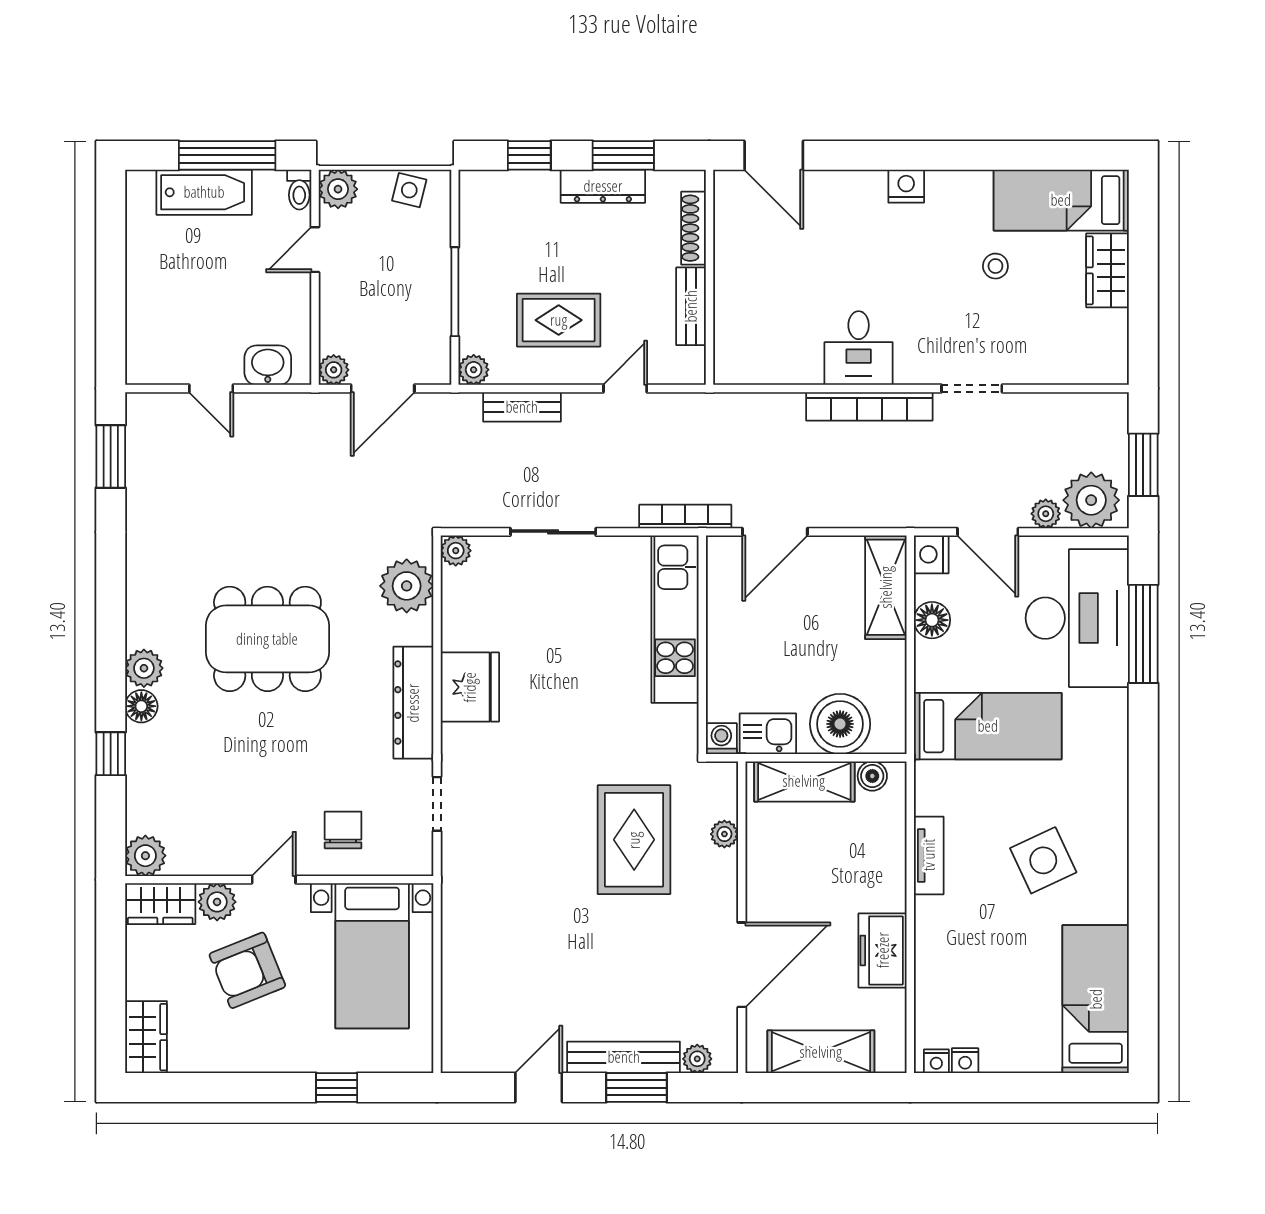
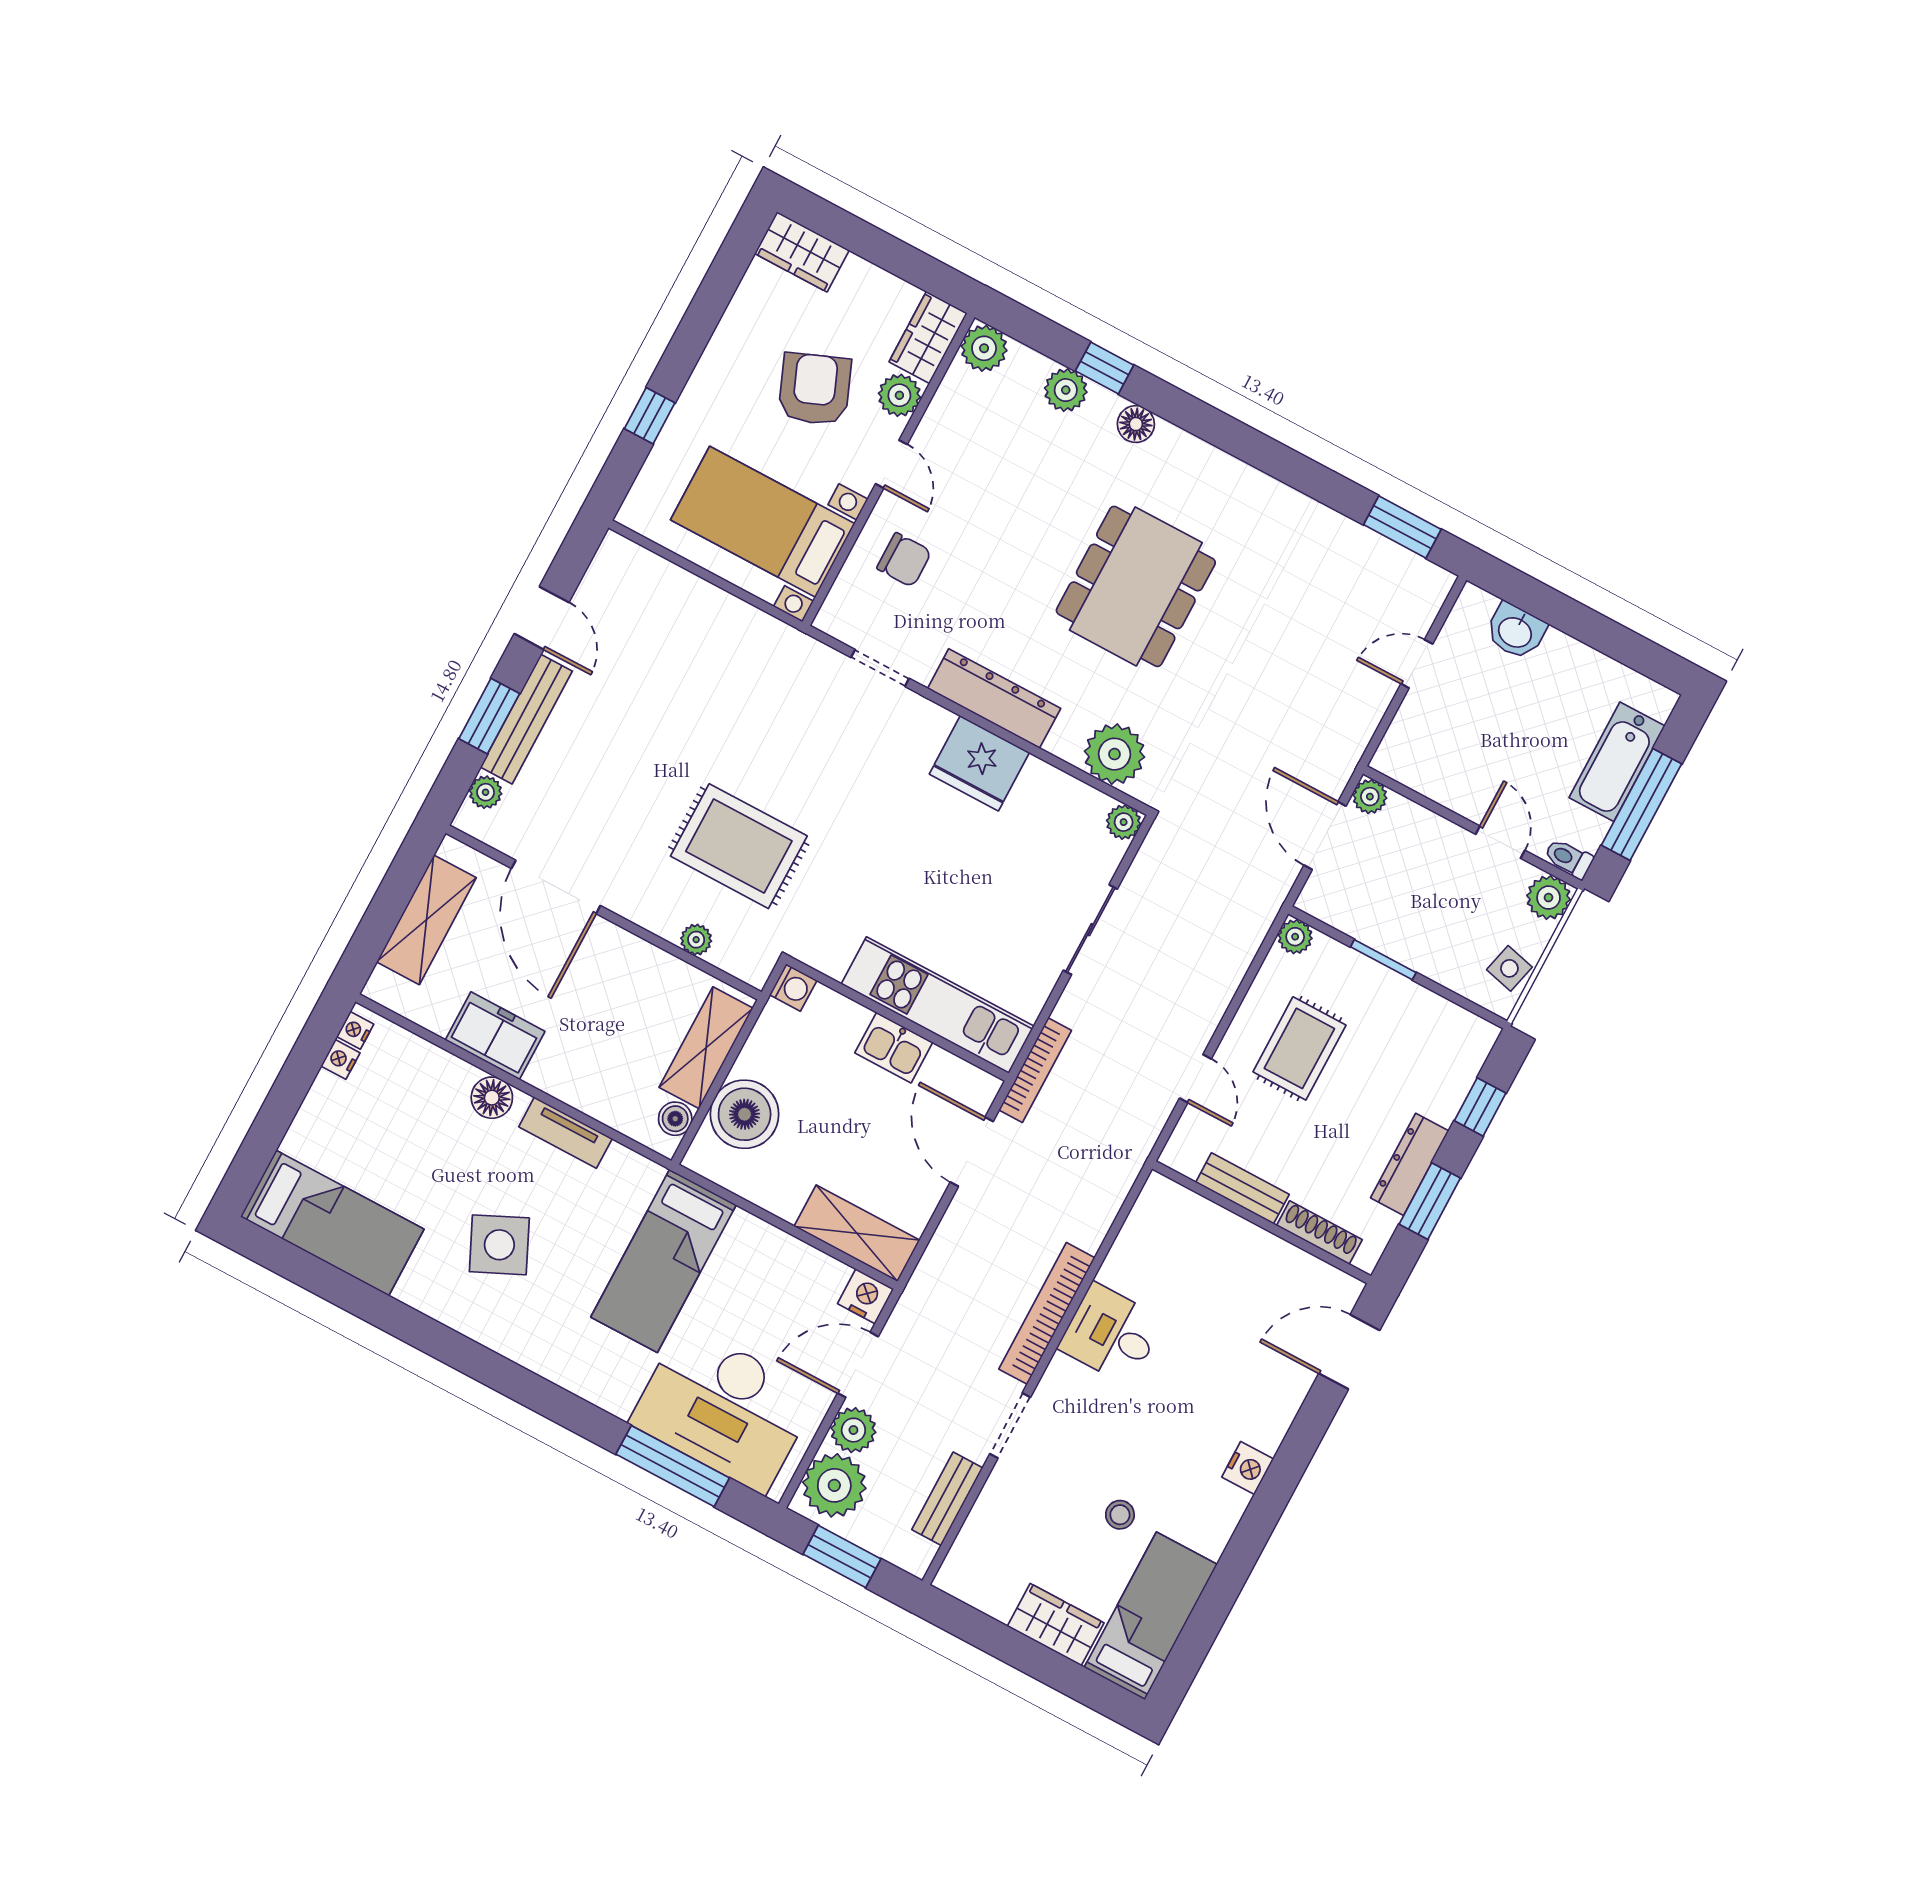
window: (455, 292) -> (1383, 960), width x0.69
washbasin: (268, 365) -> (1516, 631), moved, turned 90
bench: (522, 407) -> (947, 1499), moved
plant: (1046, 514) -> (853, 1430), width x1.38, depth x1.38
floor lamp: (932, 620) -> (492, 1098), moved
plant: (144, 668) -> (1066, 390), moved
kitchen sink: (768, 734) -> (894, 1048), moved, turned 90

